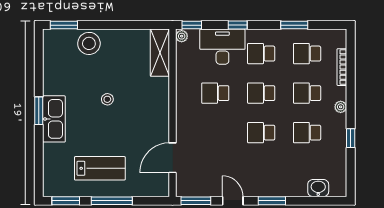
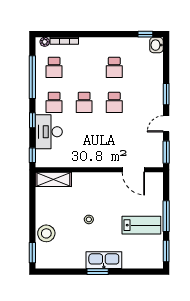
window: (294, 25) -> (32, 77), width x2.11
plant: (182, 36) -> (41, 163), removed
school desk: (215, 93) -> (84, 137), removed
school desk: (307, 93) -> (84, 67), removed
plant: (341, 107) -> (45, 42), moved
window: (351, 138) -> (145, 34), moved
lab bench: (100, 168) -> (141, 225), turned 90
washbasin: (318, 188) -> (156, 45), moved

